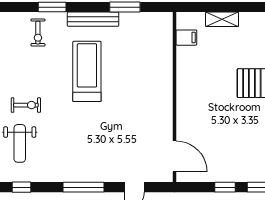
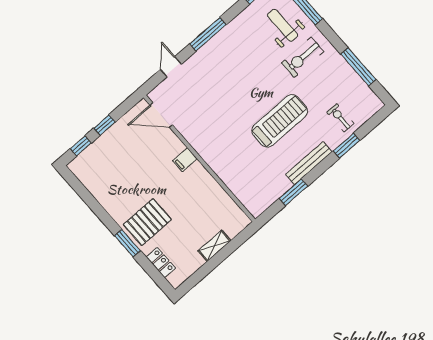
filing cabinet: (186, 38) -> (185, 160), moved
treadmill: (87, 71) -> (280, 121), turned -90
exercise bike: (26, 105) -> (303, 57), width x1.38, depth x1.39

